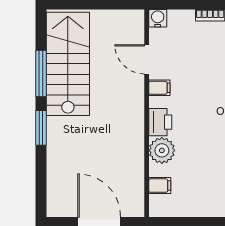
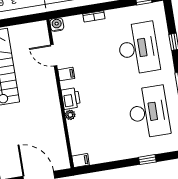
plant: (162, 150) -> (70, 115), width x0.53, depth x0.53
filing cabinet: (160, 186) -> (81, 161), moved

